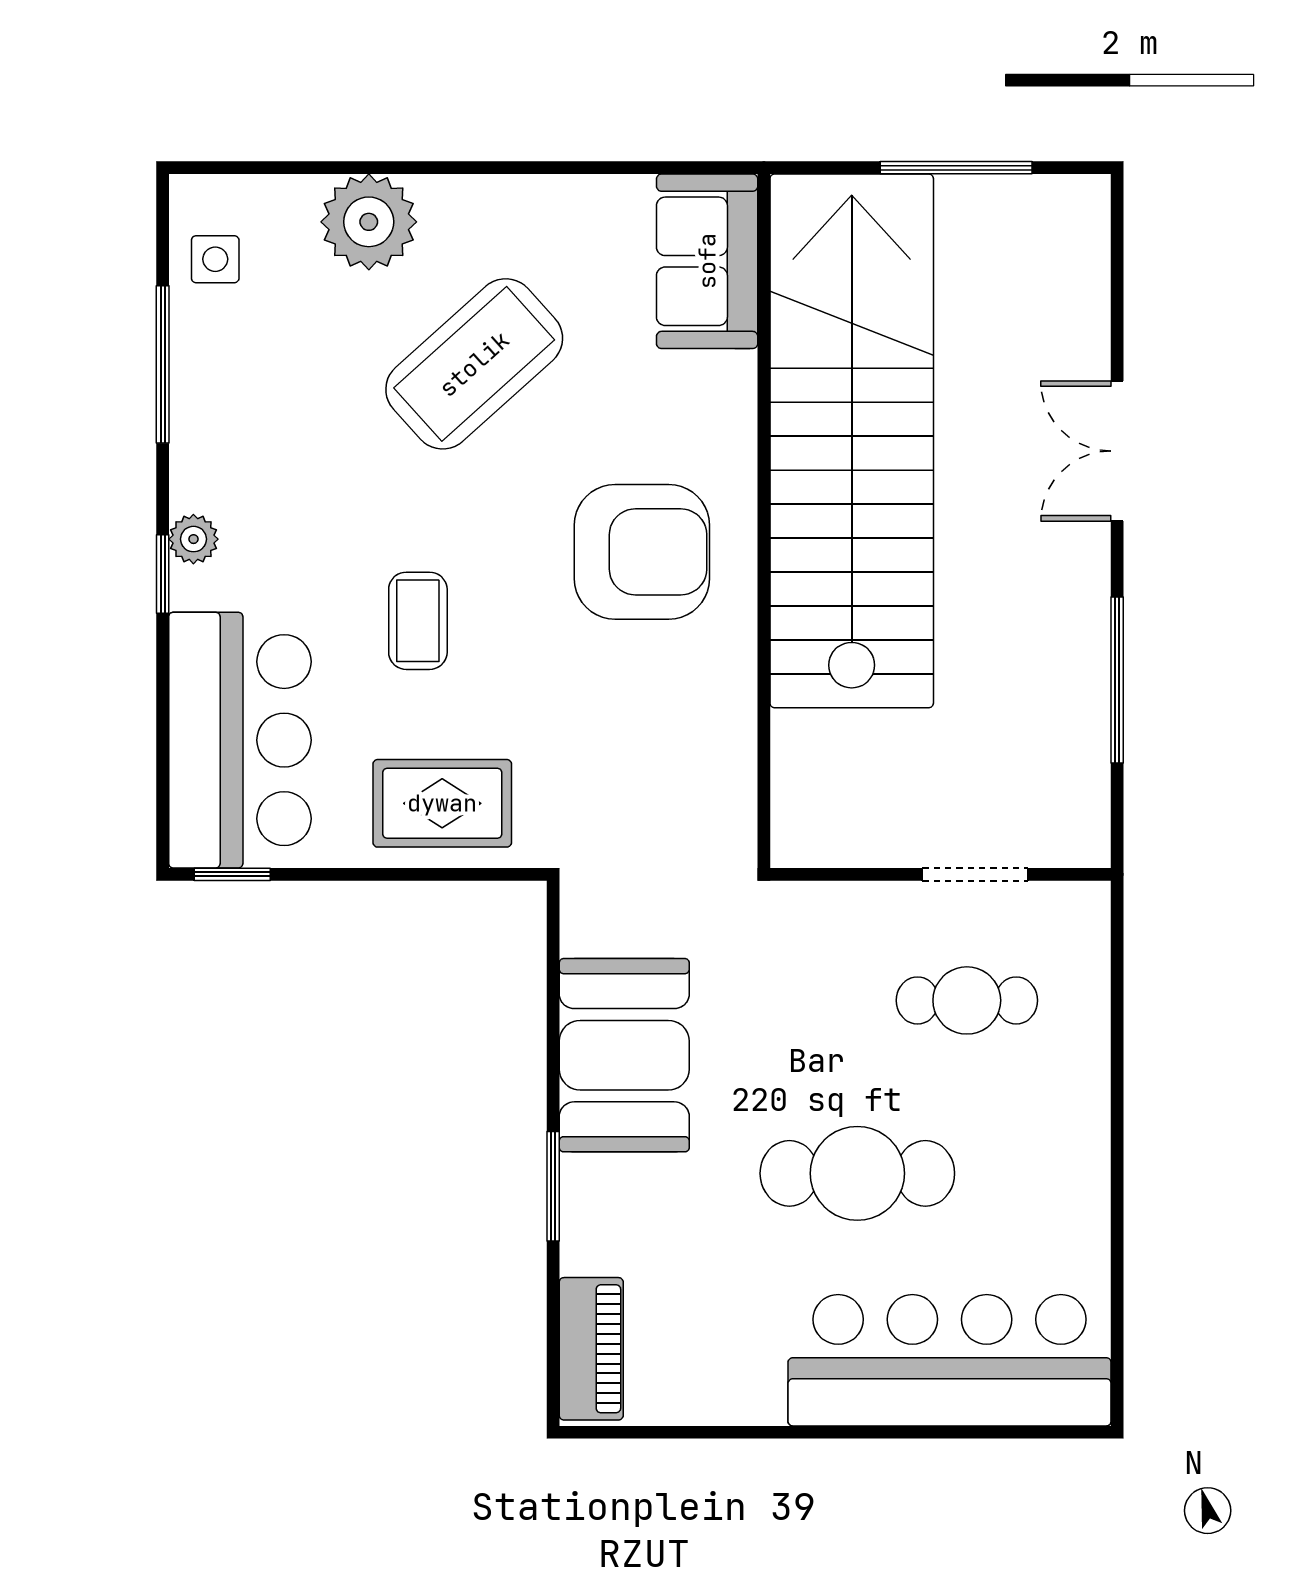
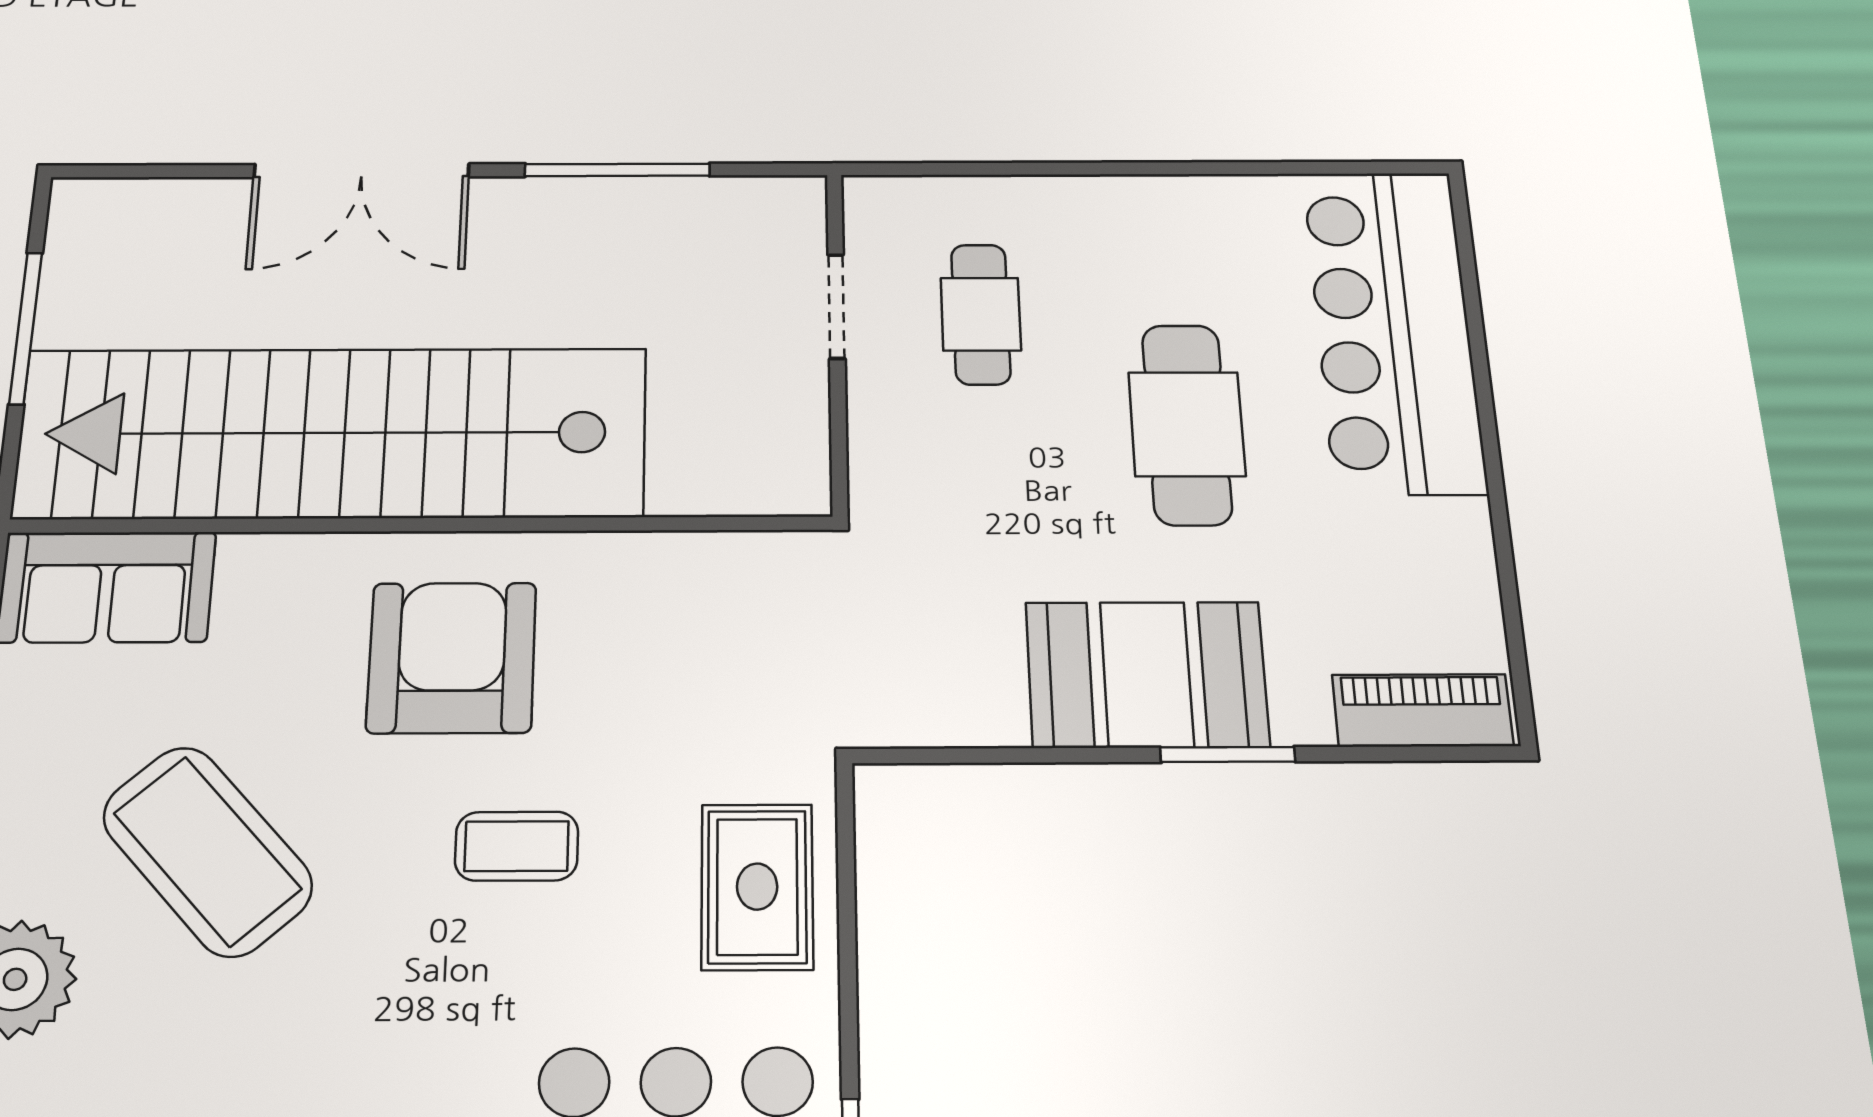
double door: (1117, 451) -> (362, 171), width x1.37
coffee table: (418, 621) -> (517, 846), moved
booth: (624, 1055) -> (1147, 674), moved

